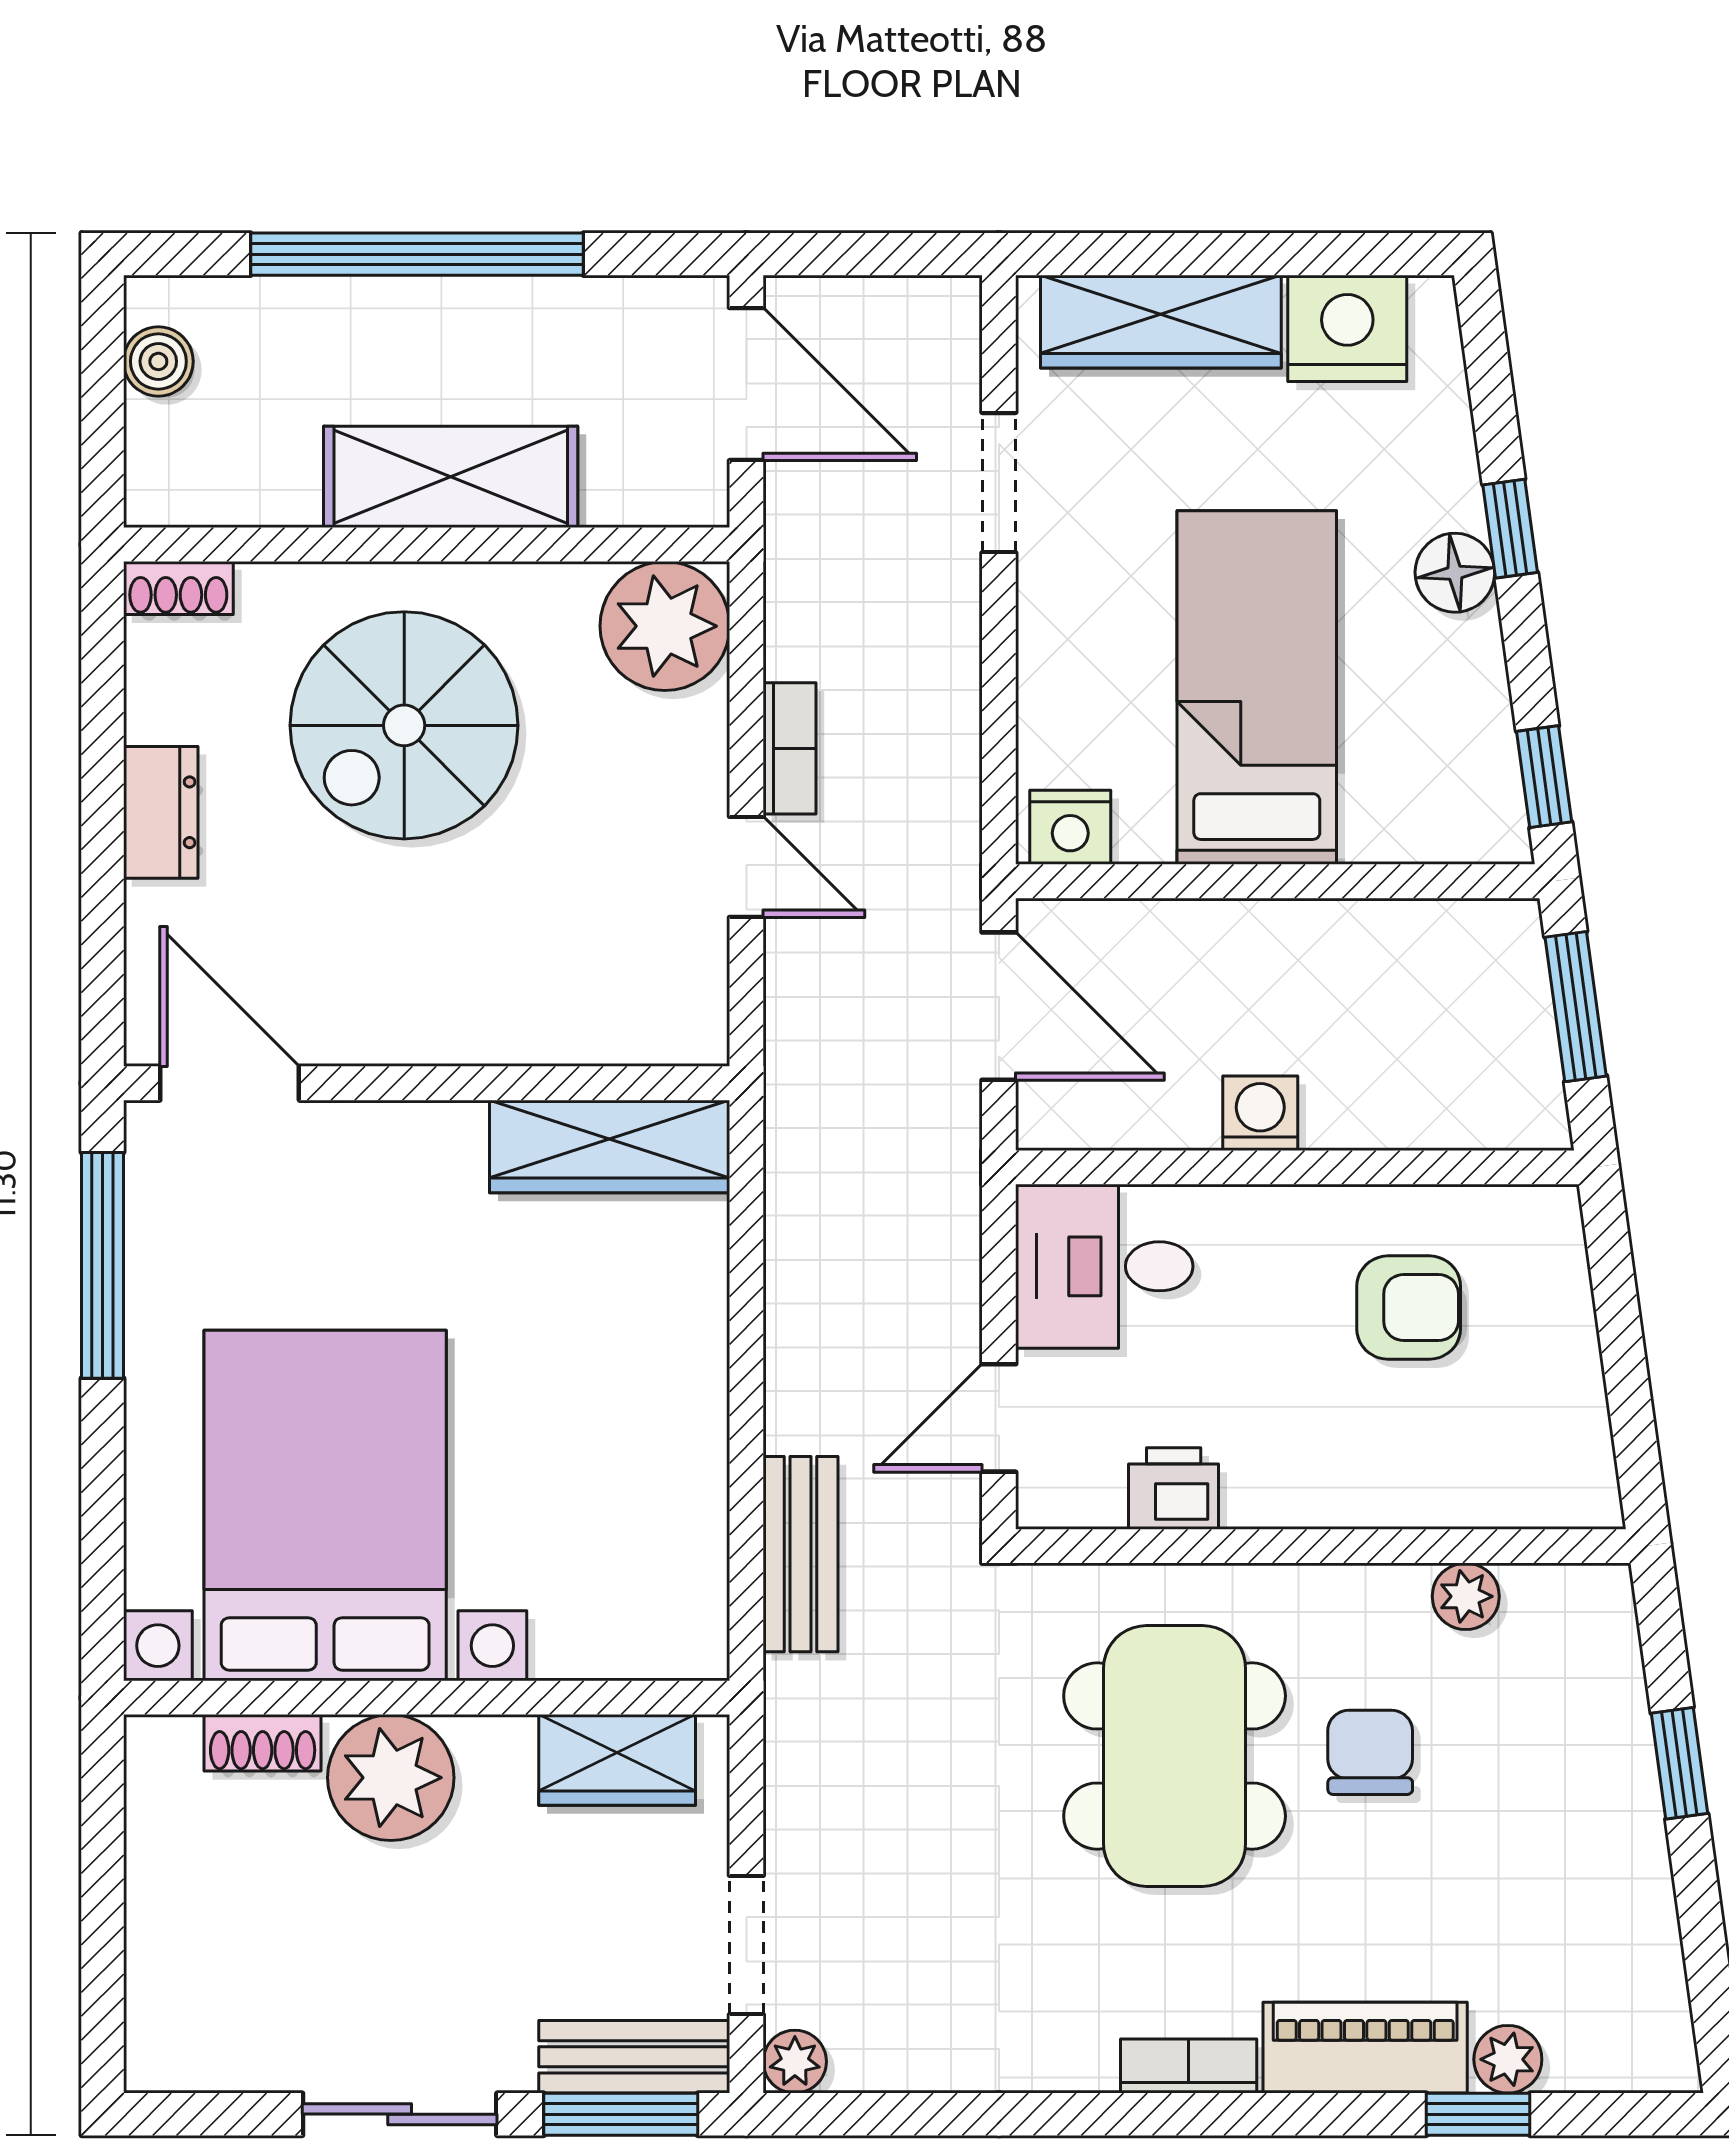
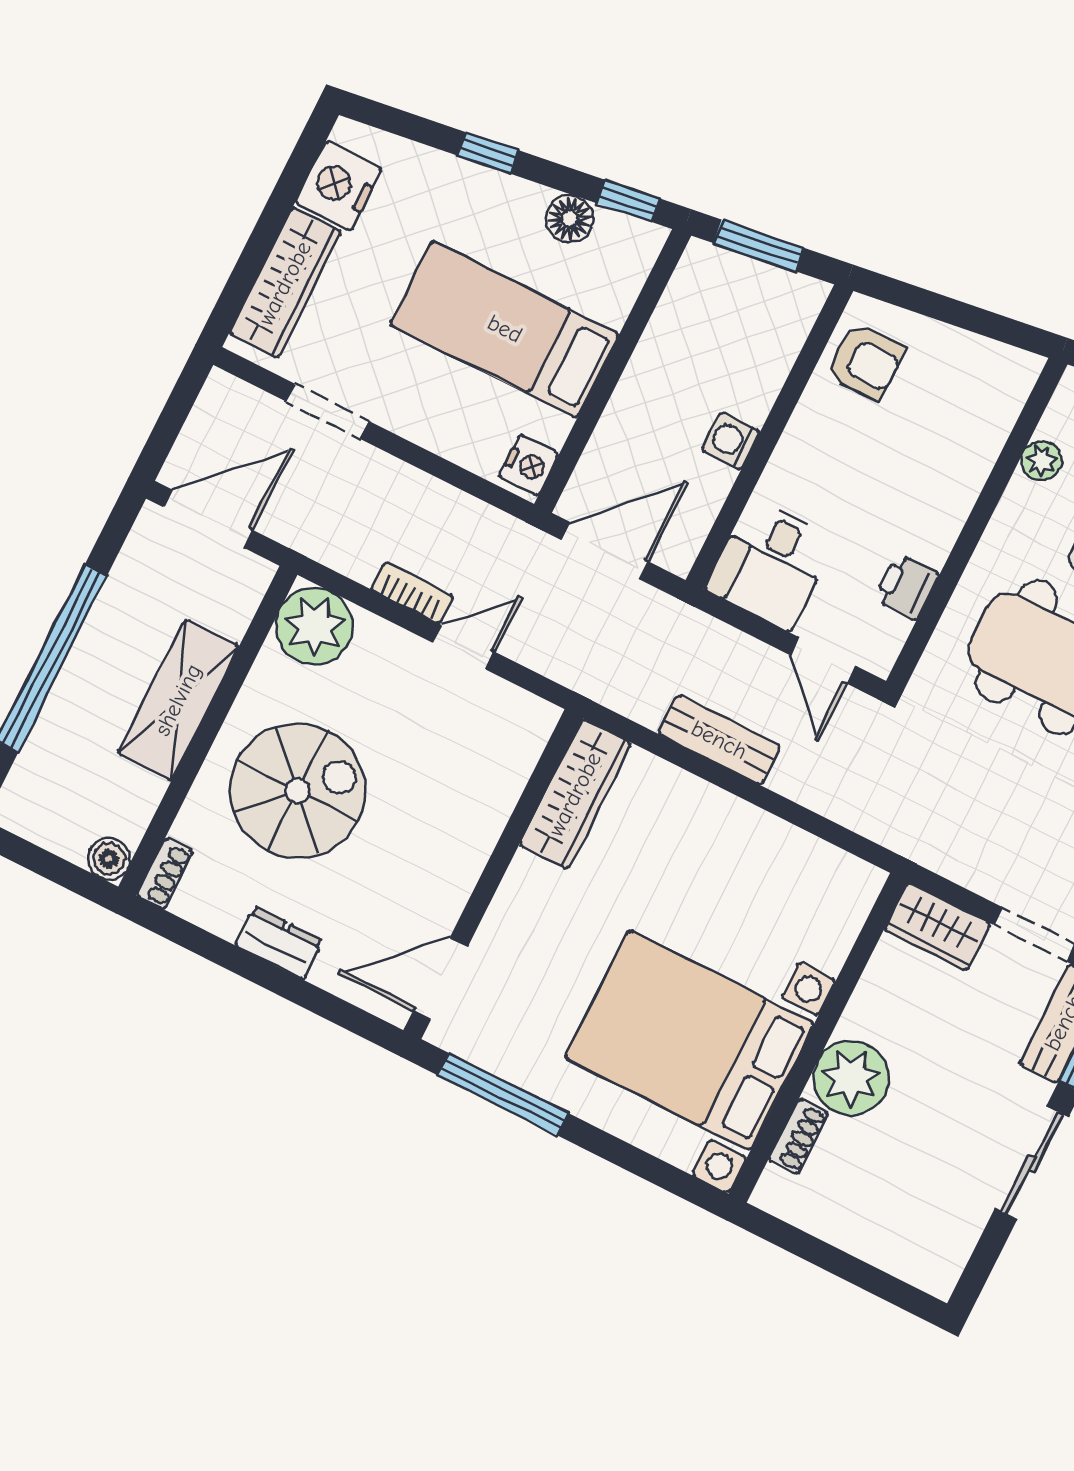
boiler: (158, 361) -> (109, 859), moved
floor lamp: (1455, 573) -> (570, 219), moved
spiral stairs: (404, 725) -> (298, 791), turned -90
armchair: (1409, 1308) -> (865, 362), moved, turned 90
bench: (801, 1554) -> (719, 740), moved
wardrobe: (617, 1760) -> (937, 927), moved, turned 90

